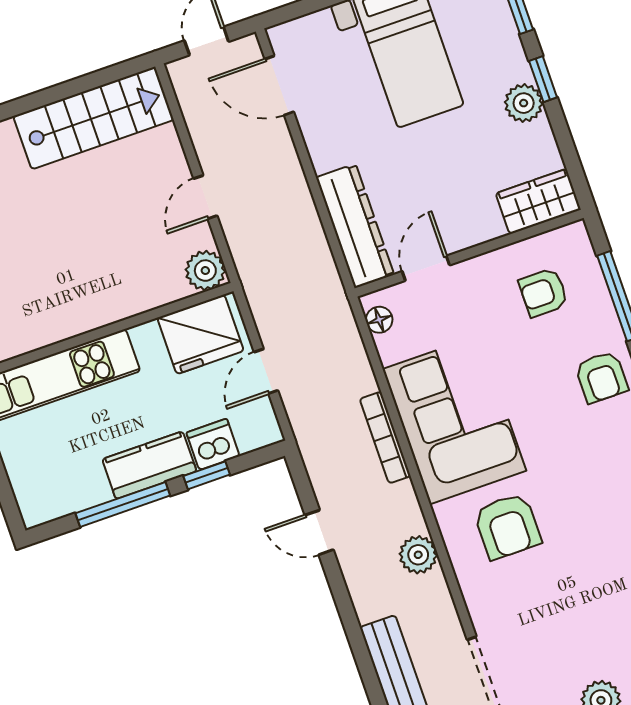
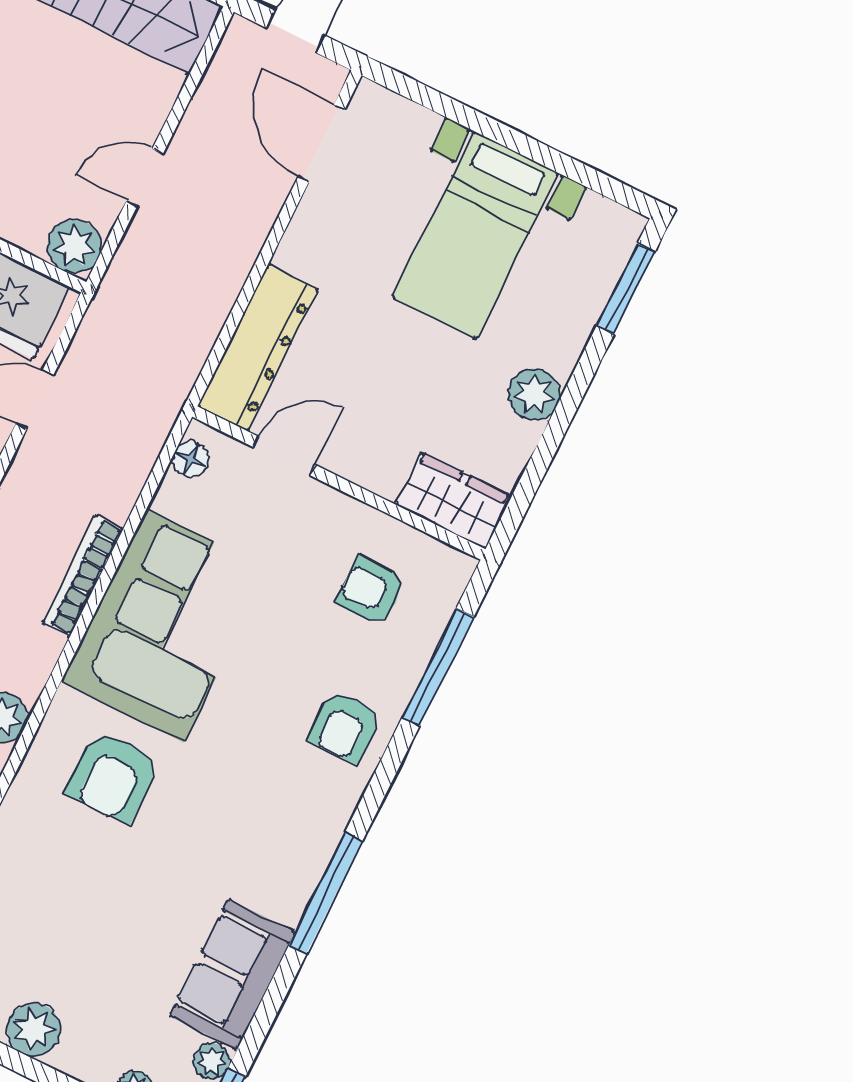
window: (543, 79) -> (575, 390), removed

